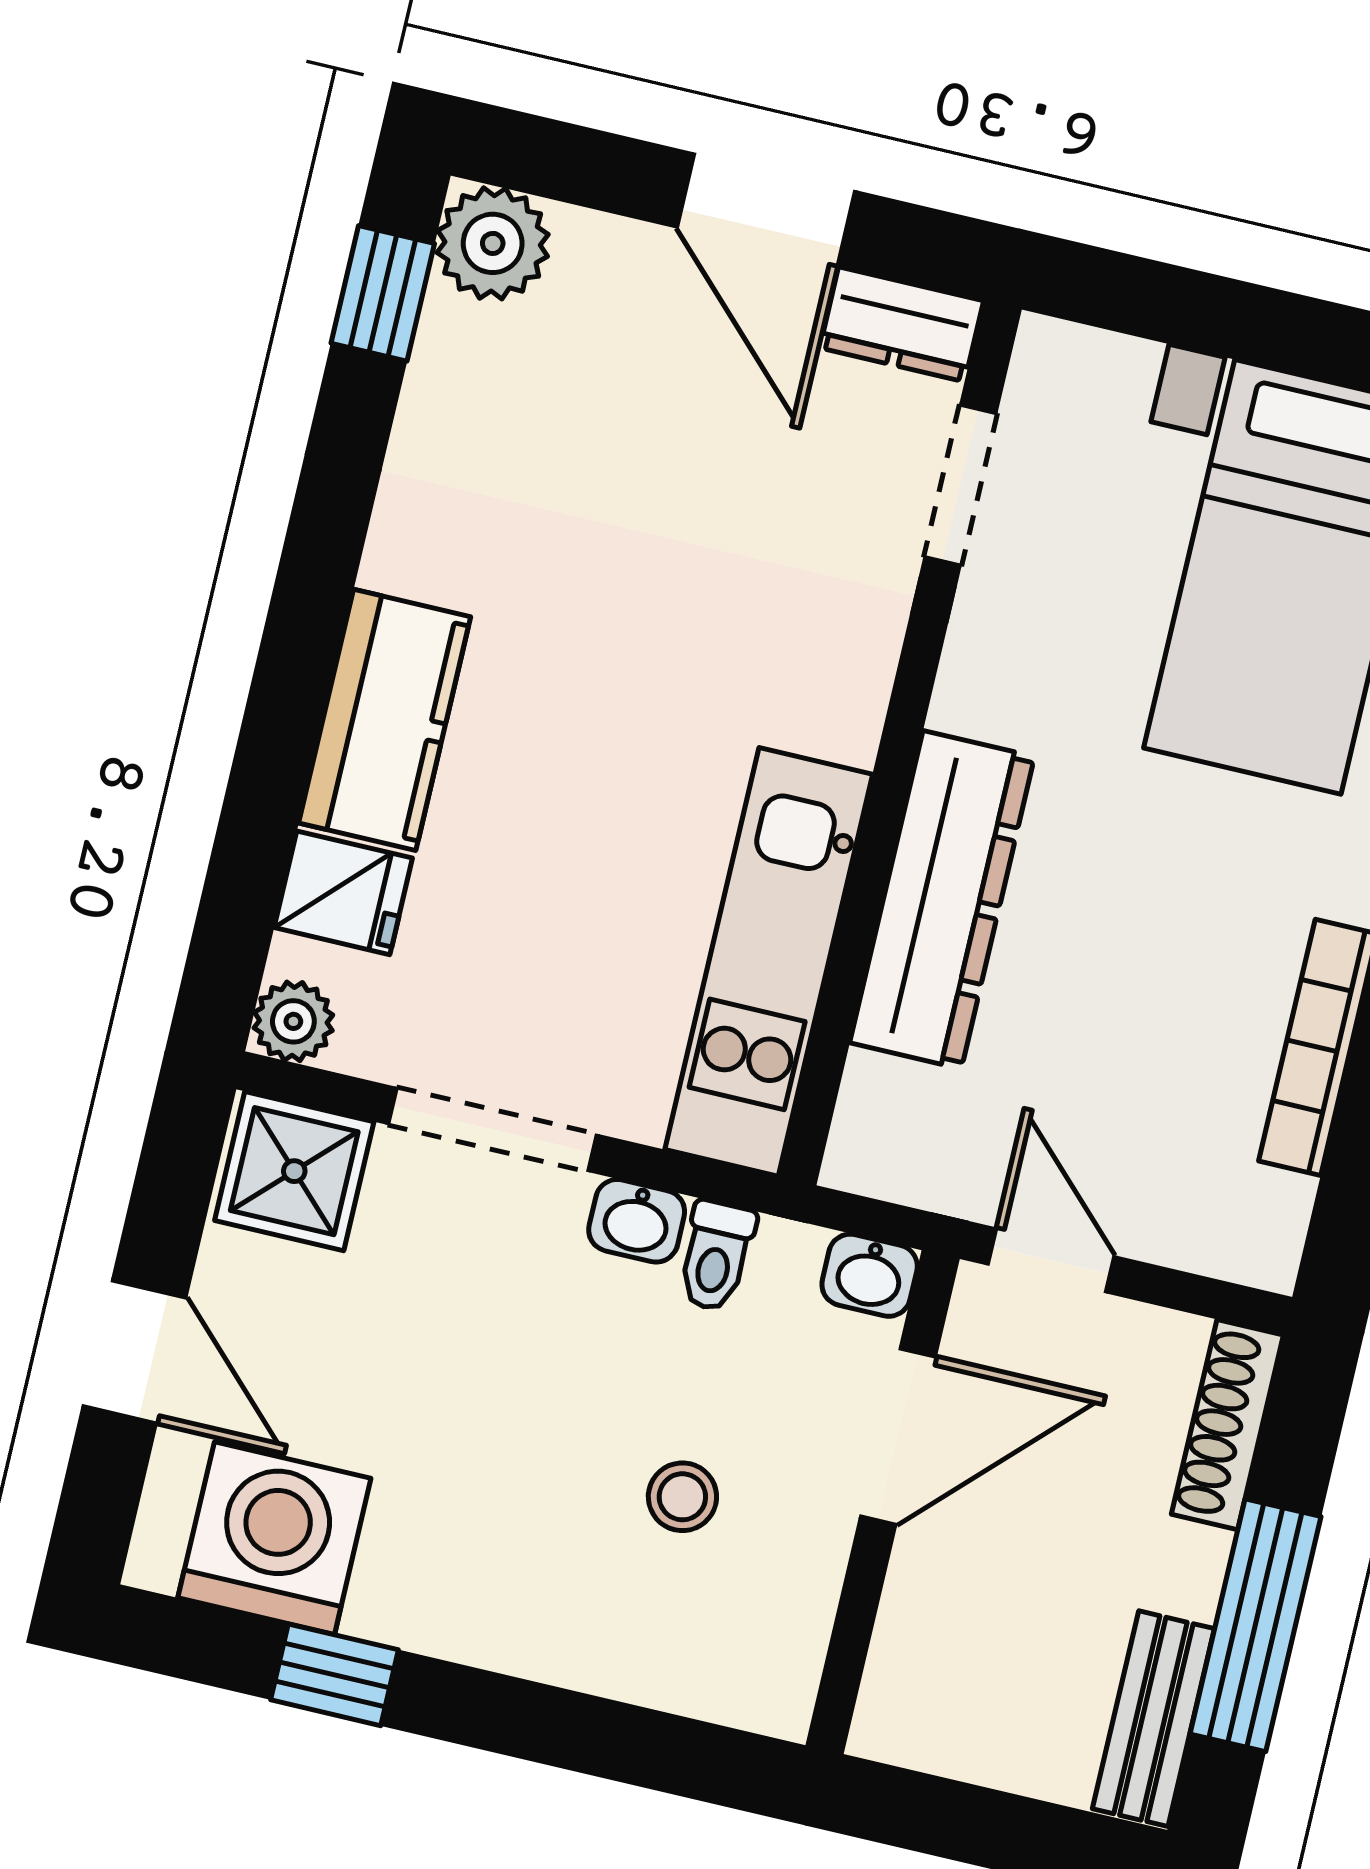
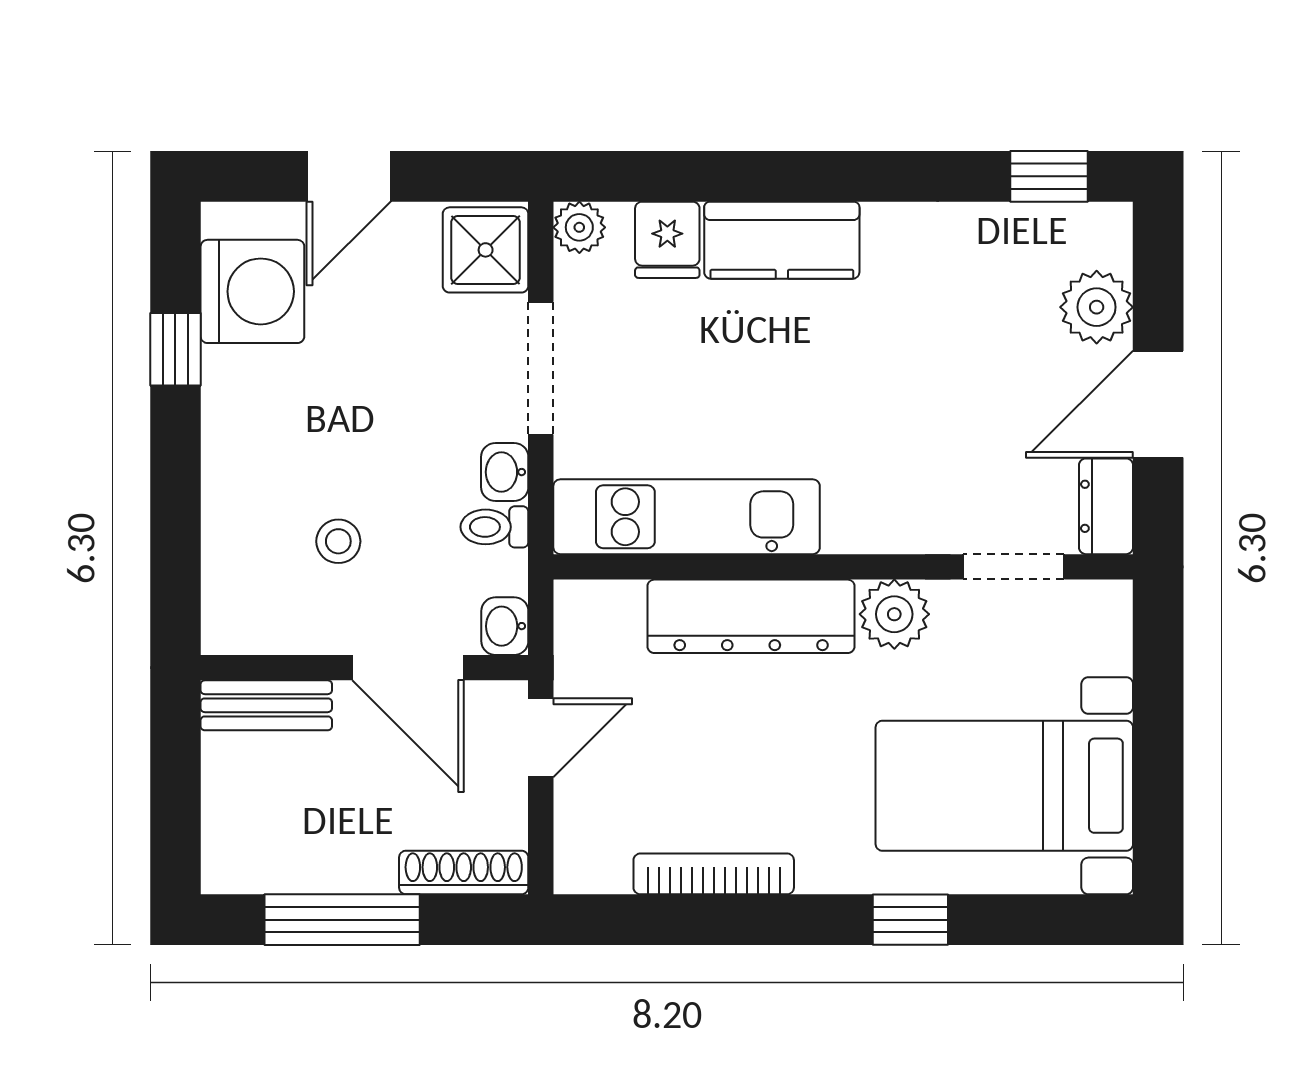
plant: (493, 243) -> (1097, 307), moved
plant: (990, 682) -> (894, 614), added
bench: (1153, 1719) -> (266, 705), moved

